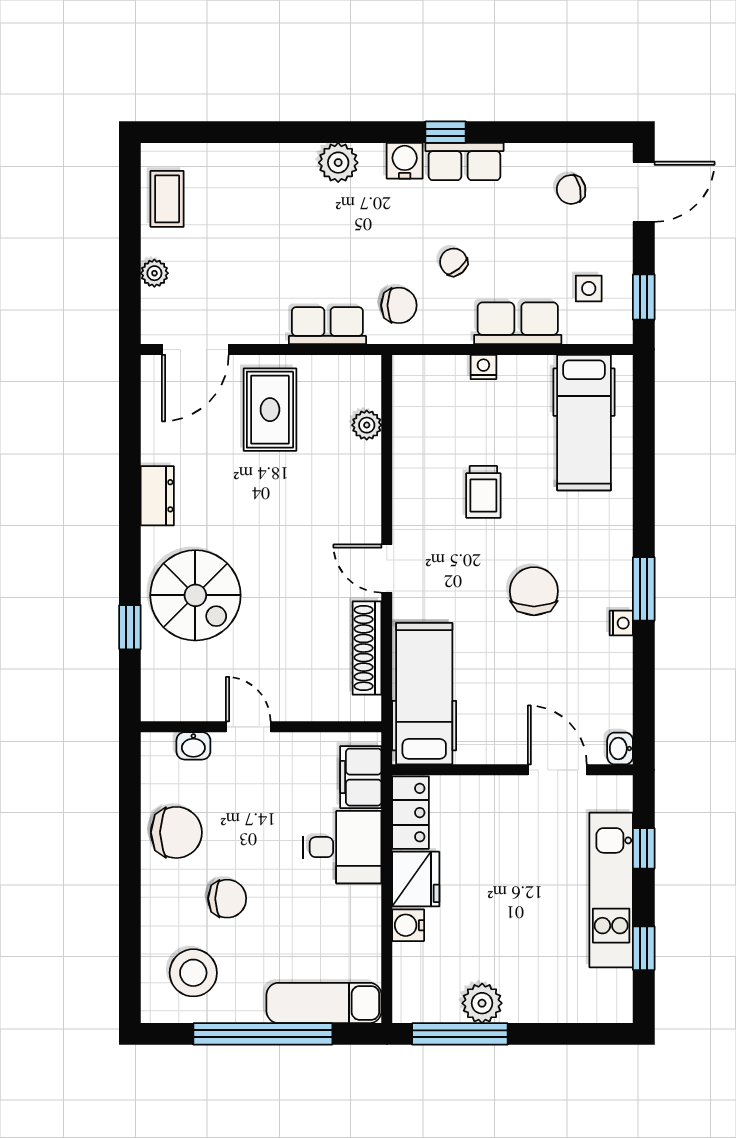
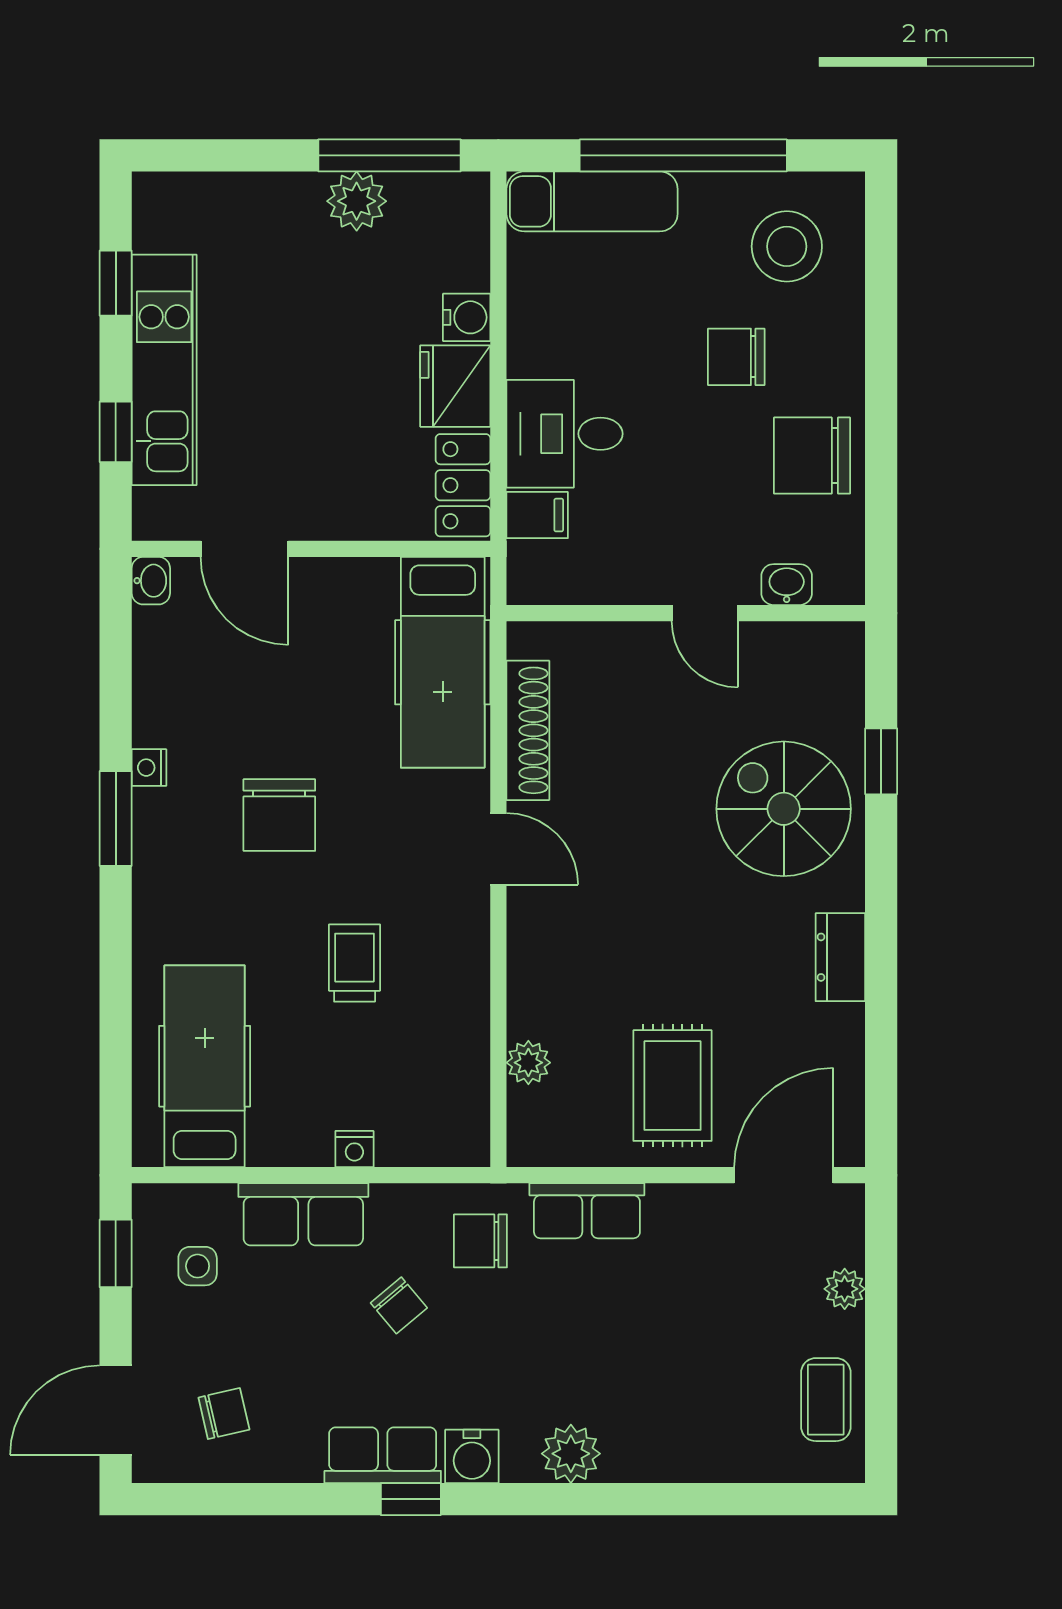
filing cabinet: (361, 777) -> (537, 515), width x0.50

